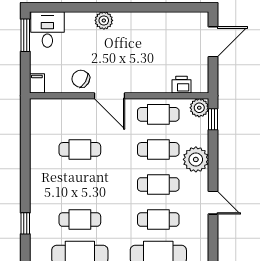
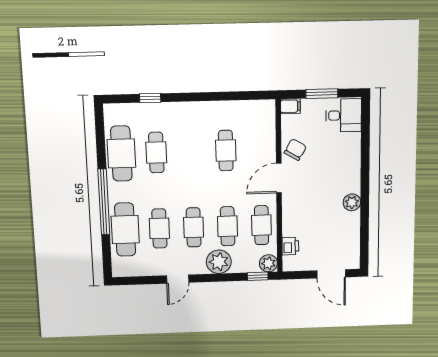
plant: (104, 20) -> (352, 202), moved
window: (25, 35) -> (322, 94), moved

